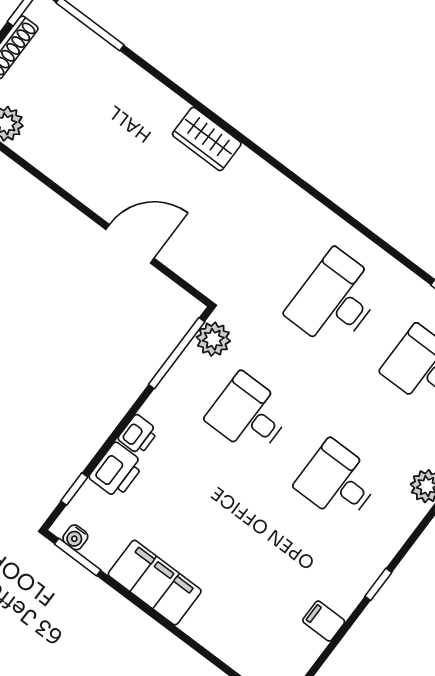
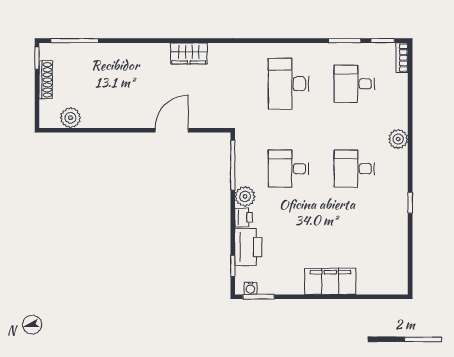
wardrobe: (207, 139) -> (189, 53), moved
plant: (213, 339) -> (245, 196), moved
printer: (117, 470) -> (248, 247), width x1.37, depth x1.19
filing cabinet: (155, 583) -> (330, 281), moved
filing cabinet: (324, 621) -> (397, 239), removed

